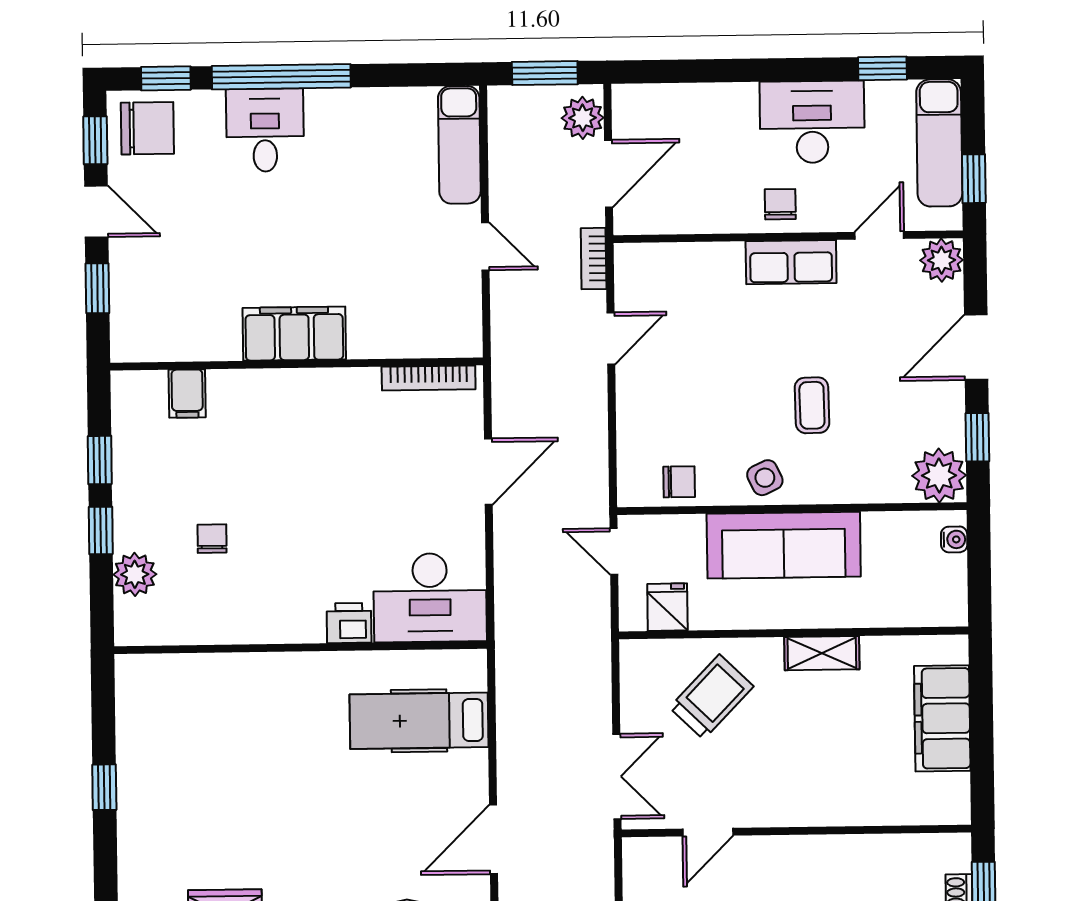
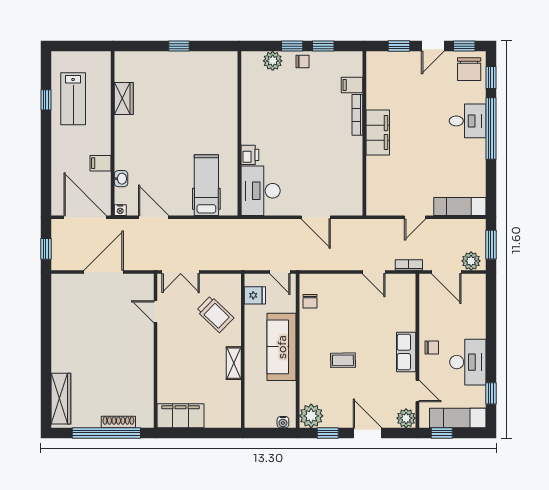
bookcase: (429, 378) -> (357, 115), moved
side table: (765, 478) -> (311, 339), removed
chair: (212, 539) -> (303, 62), moved
door: (614, 551) -> (280, 272), swing flipped
filing cabinet: (942, 718) -> (180, 416), moved

